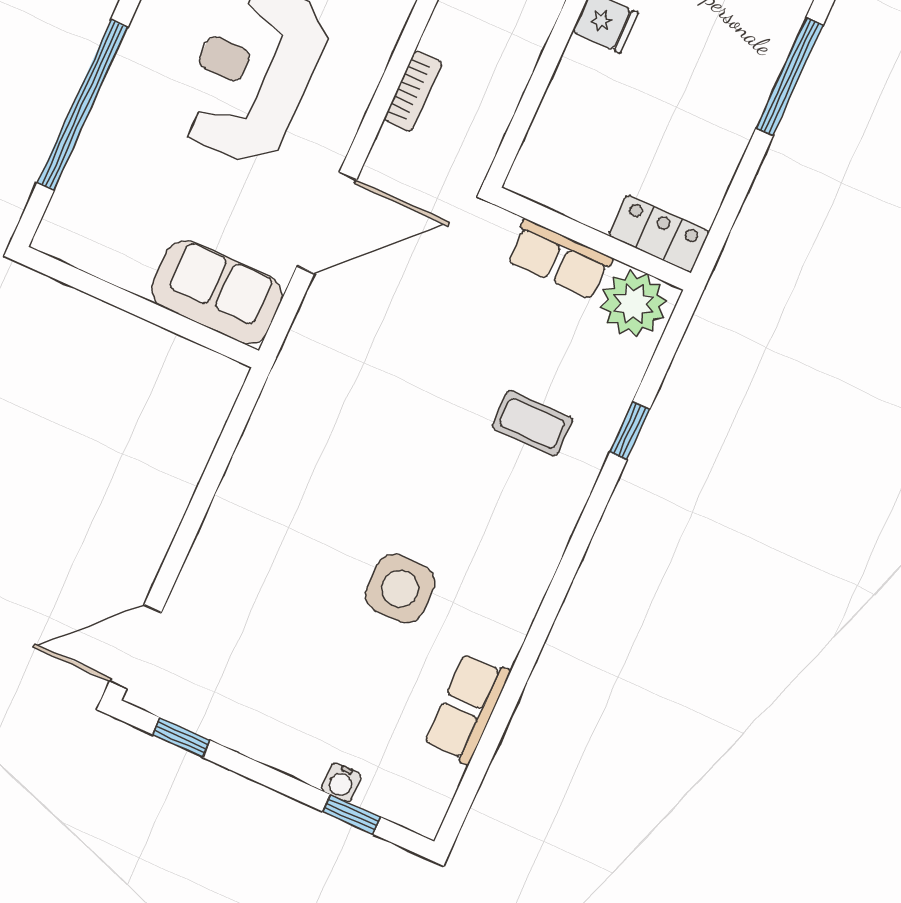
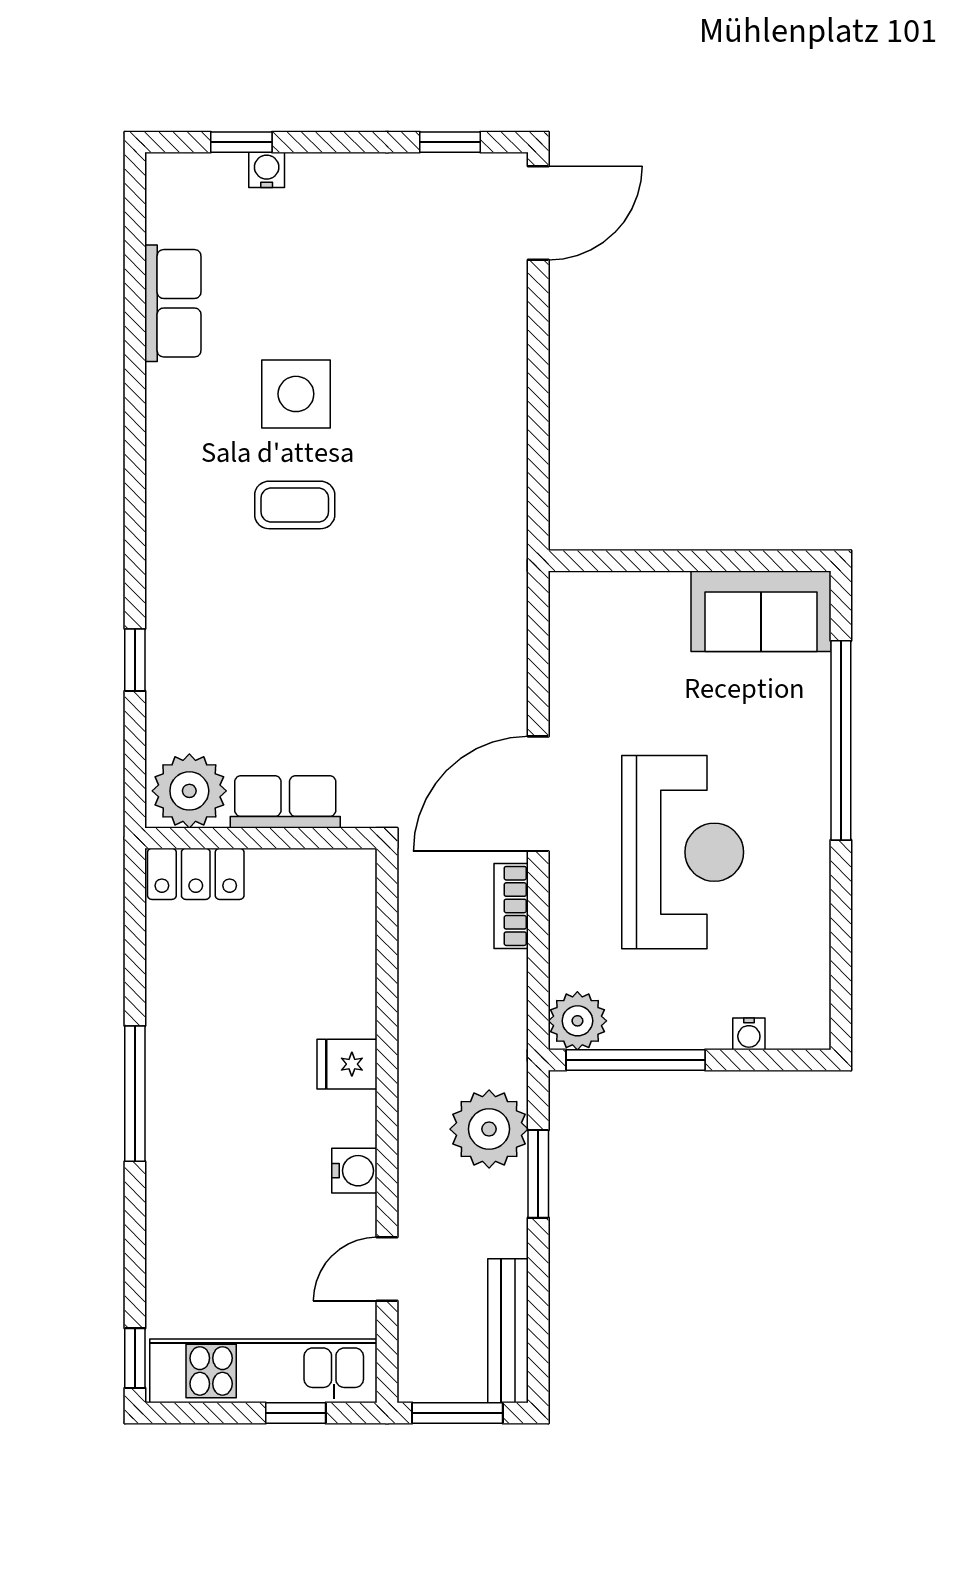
door: (327, 223) -> (538, 794), moved
sofa: (217, 292) -> (761, 611), moved
coffee table: (532, 423) -> (295, 505), moved

